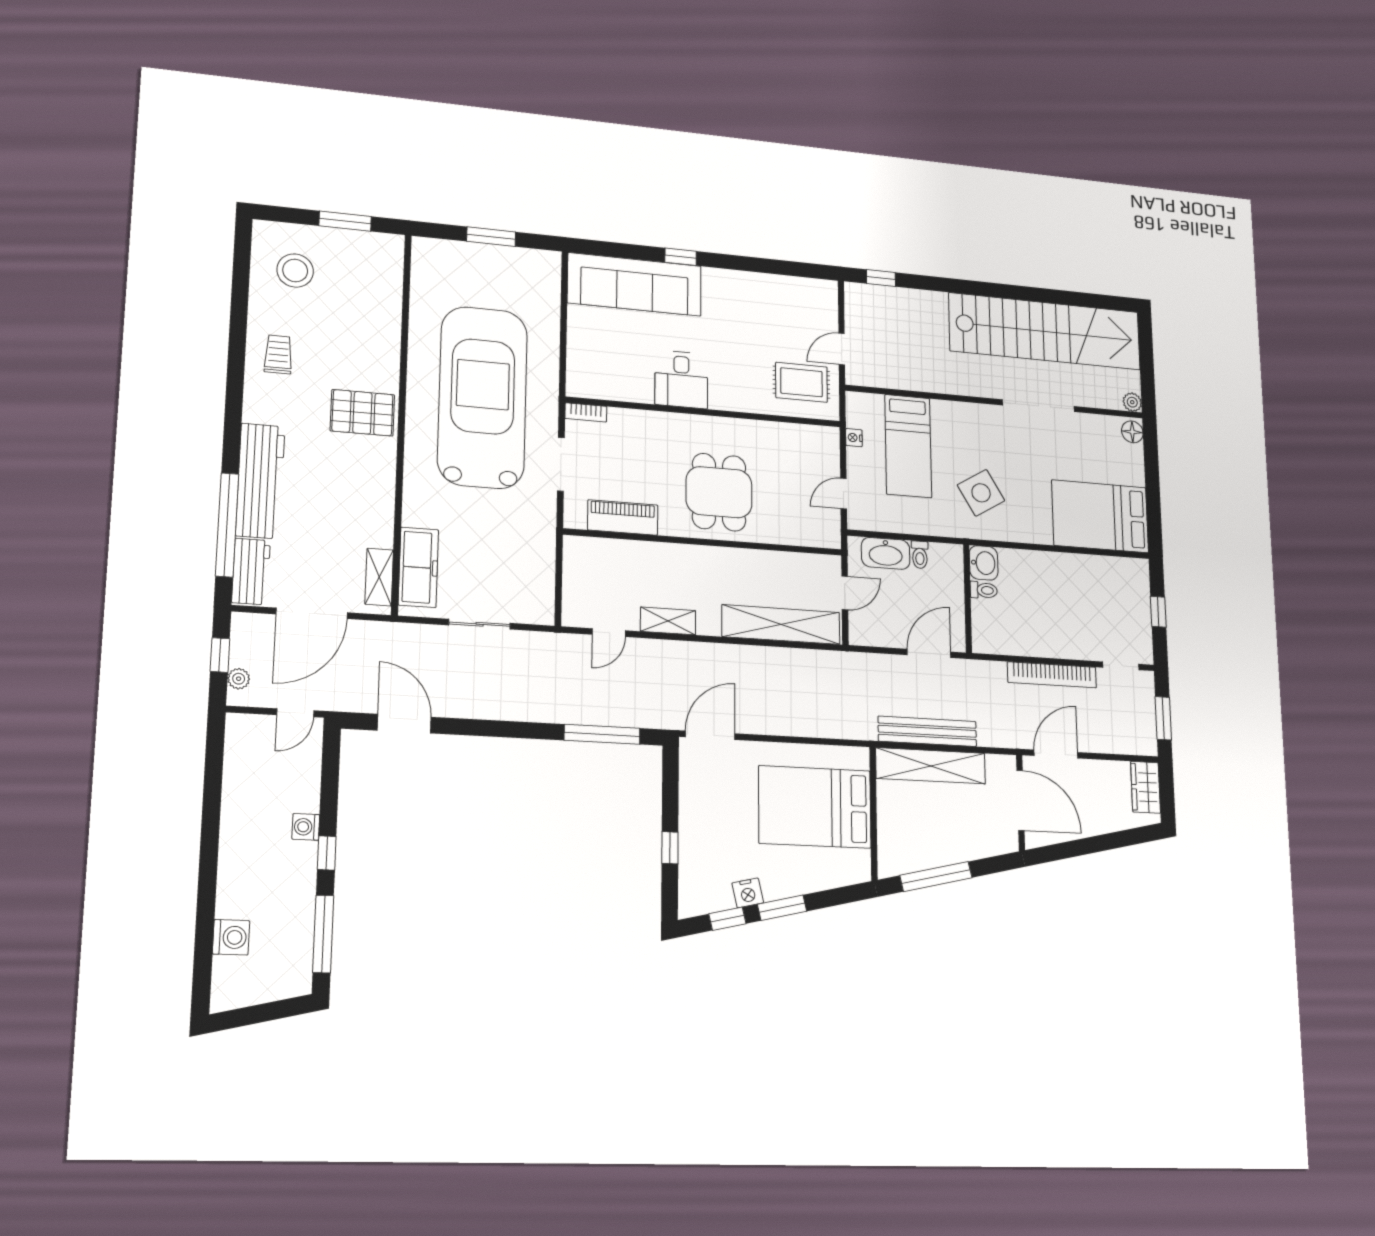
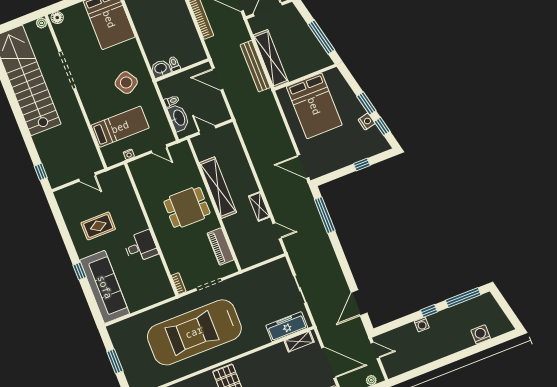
rug: (801, 382) -> (98, 226), moved, turned 90
shelving: (781, 624) -> (218, 188), moved

